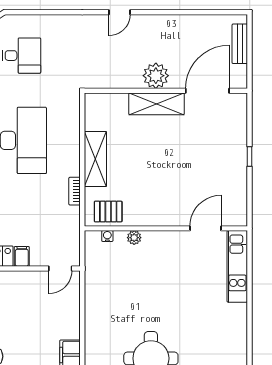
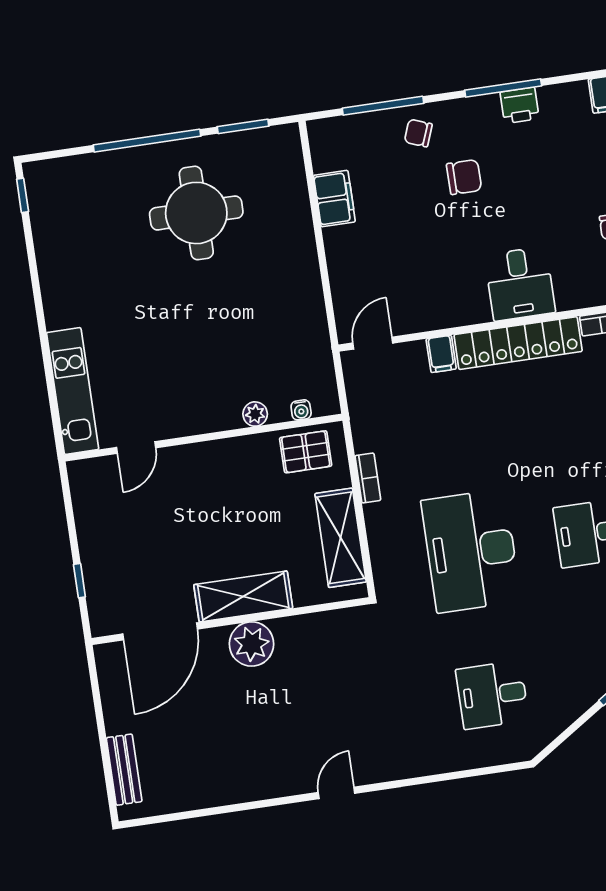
plant: (156, 76) -> (252, 644), moved
wall: (166, 91) -> (231, 621), moved
door: (207, 91) -> (160, 631), moved
shelving: (157, 104) -> (243, 596), moved
door: (206, 228) -> (136, 448), width x0.73

